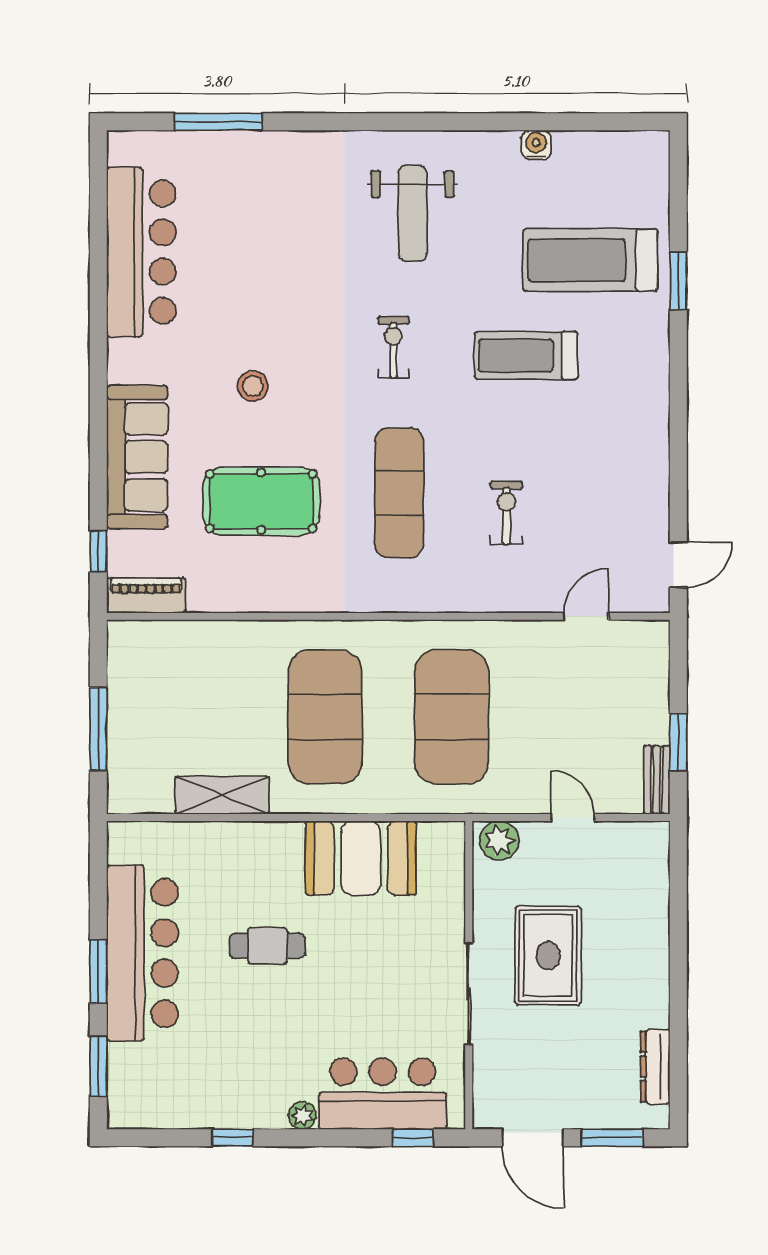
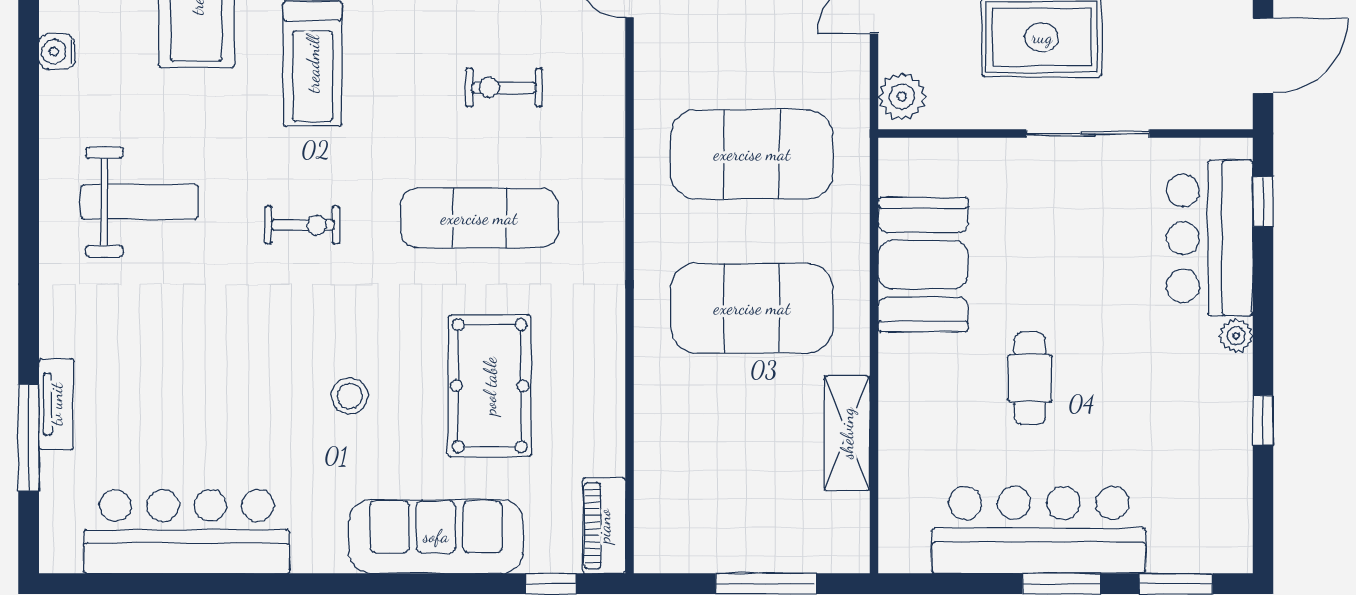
tv unit: (246, 145) -> (56, 404), added
exercise bike: (393, 347) -> (303, 225), turned 180

